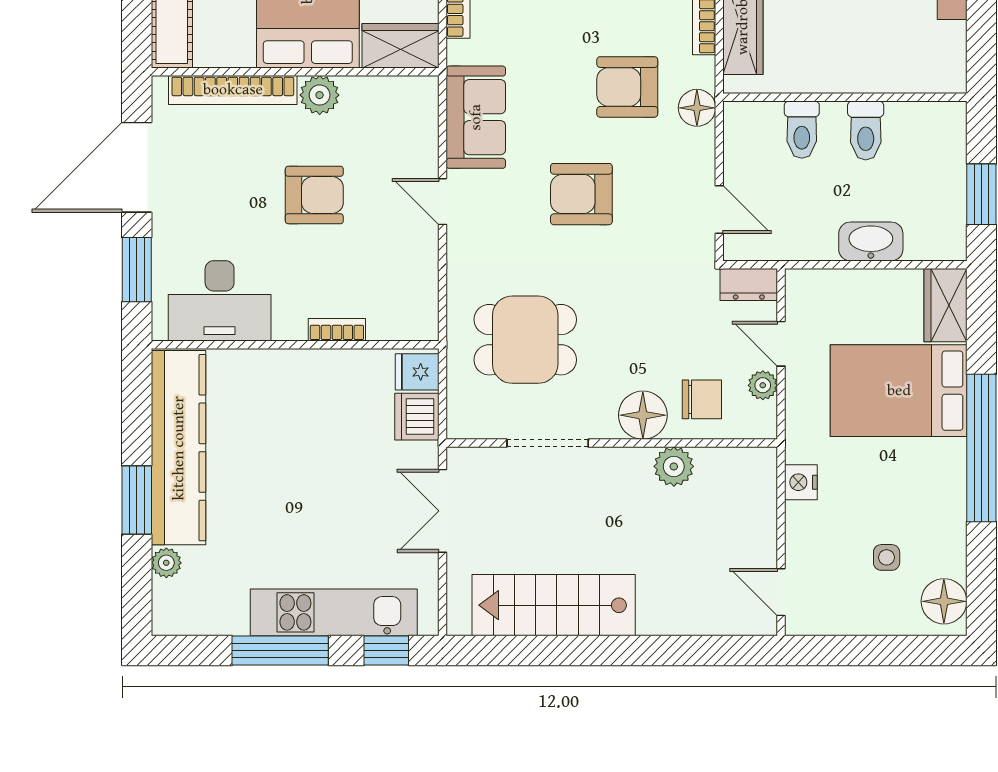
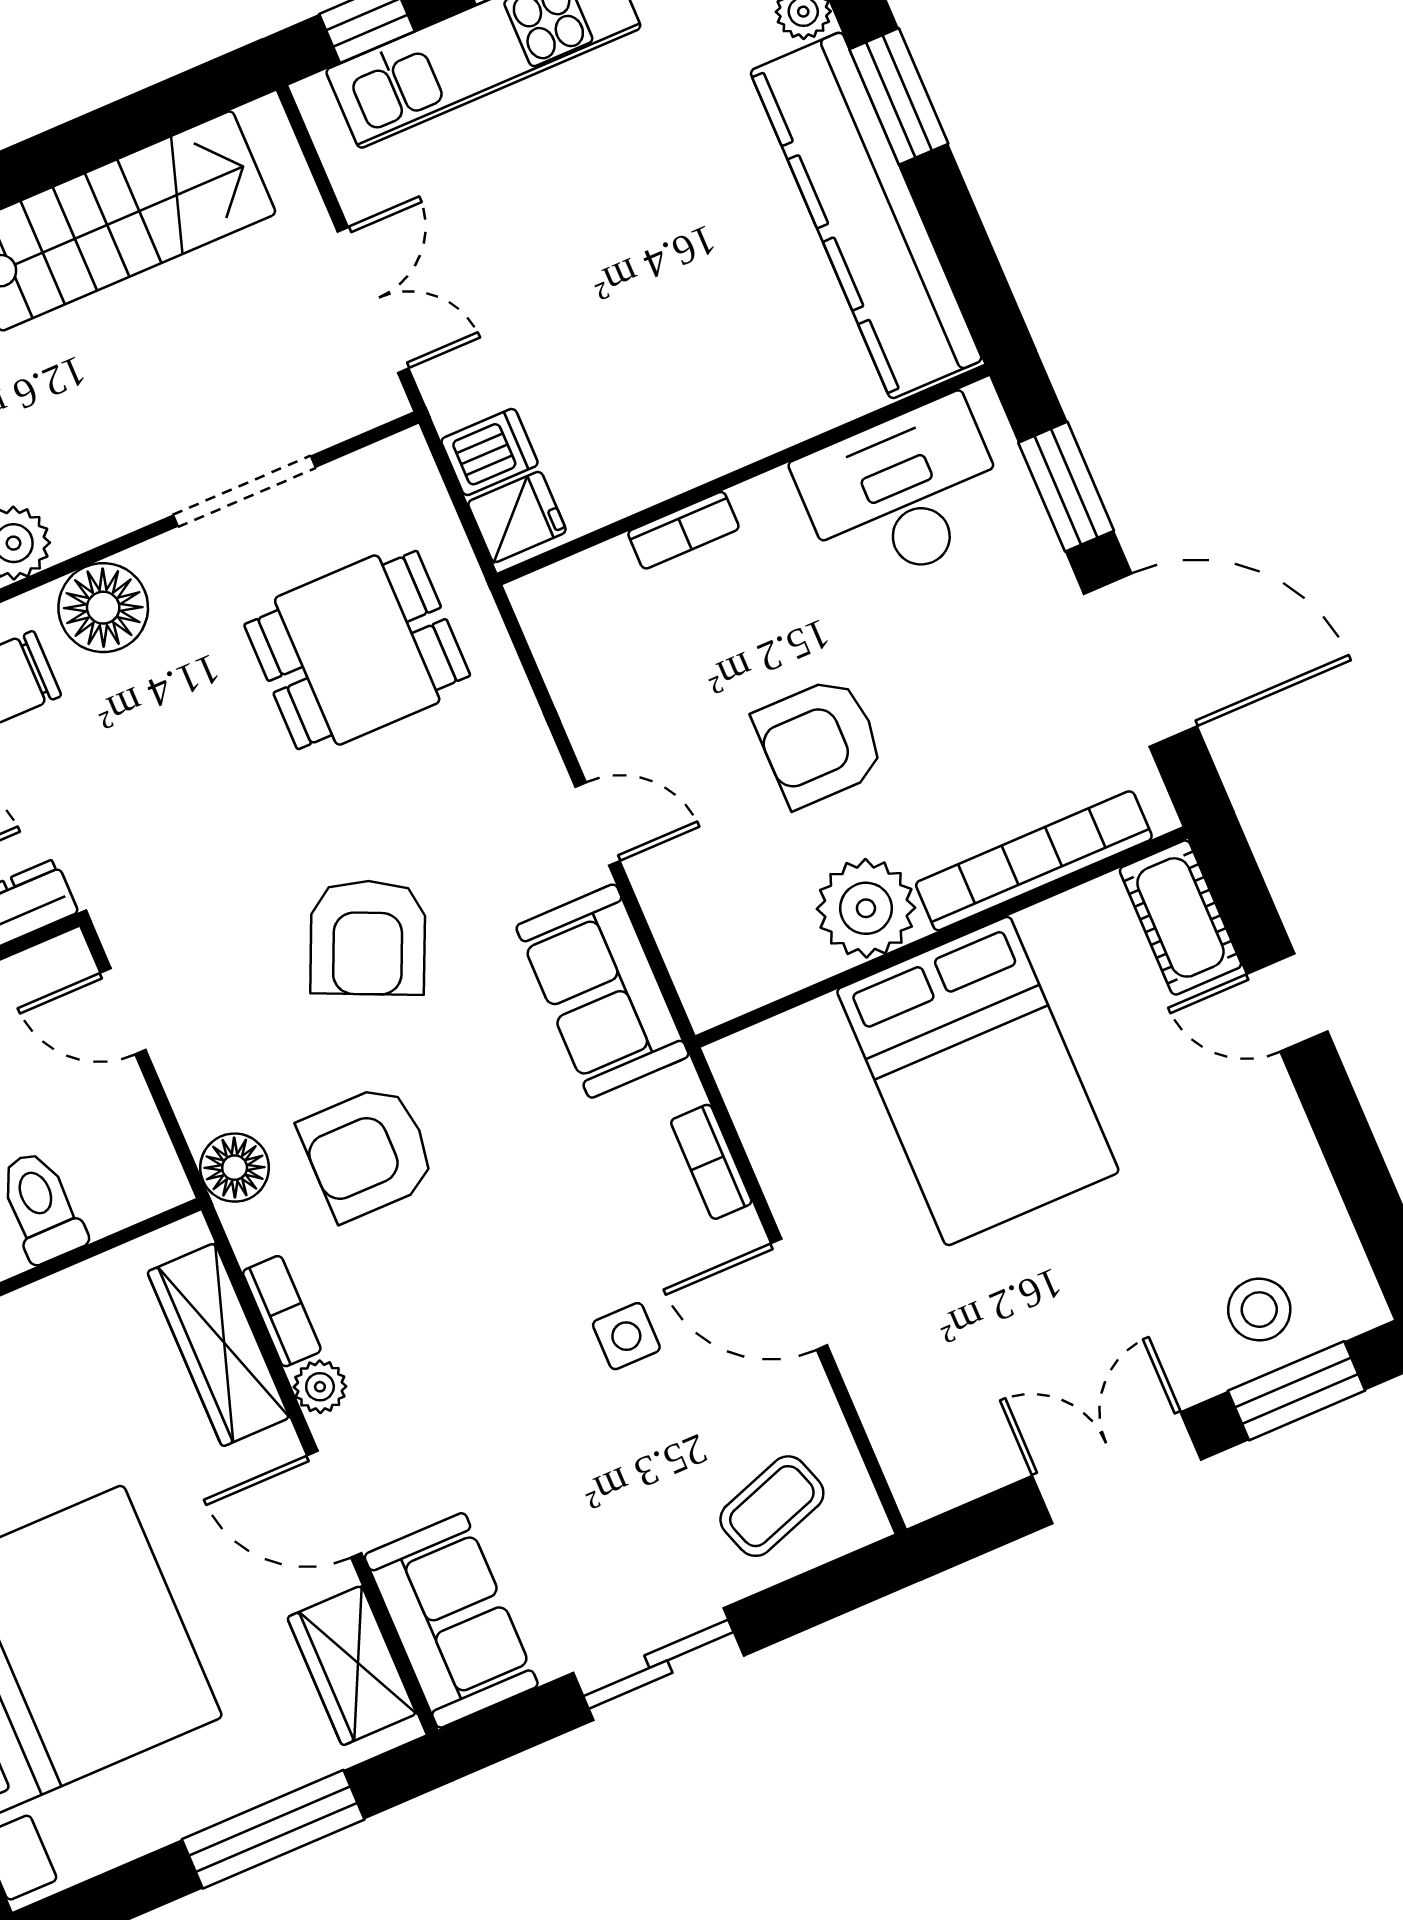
wardrobe: (400, 46) -> (782, 1057), removed
armchair: (627, 87) -> (368, 1152), turned 180
plant: (320, 95) -> (866, 908), width x1.36, depth x1.36
door: (137, 167) -> (1140, 660), hinge flipped
armchair: (581, 194) -> (368, 938), turned 114
dishwasher: (417, 417) -> (490, 452), width x0.73

